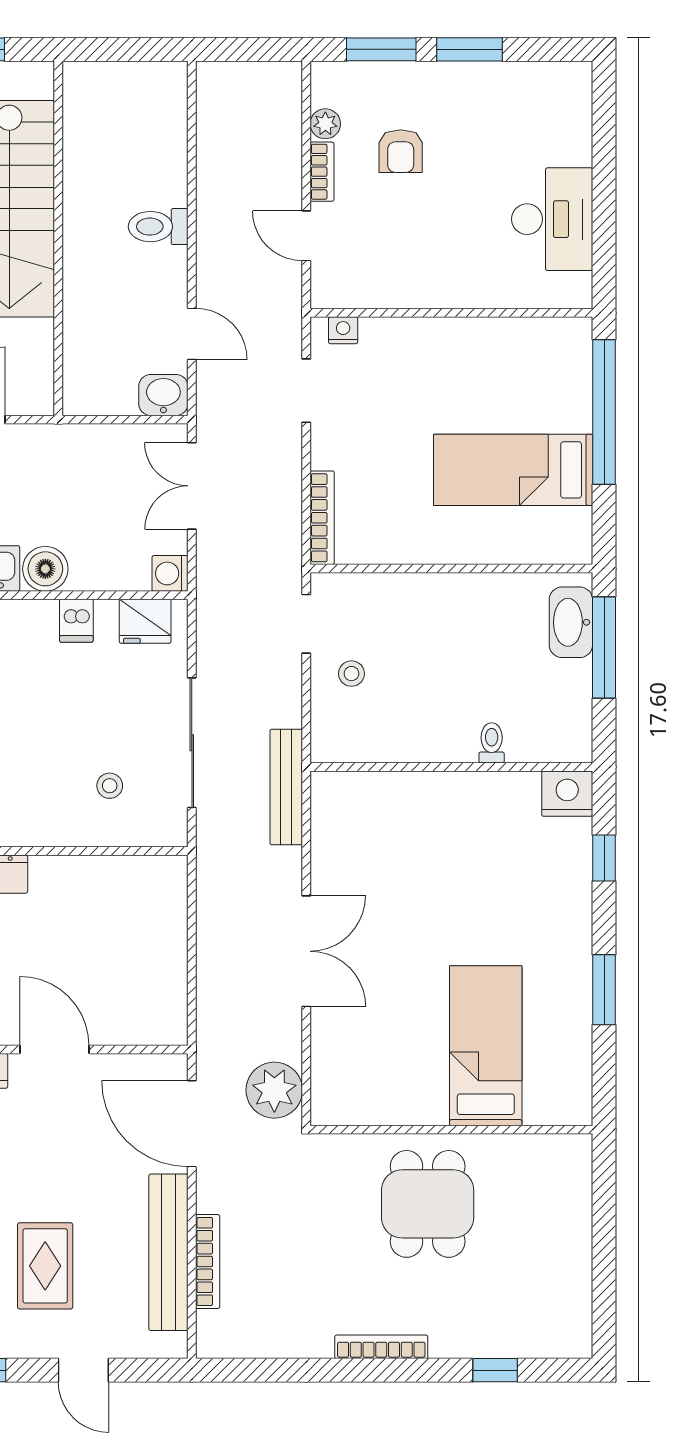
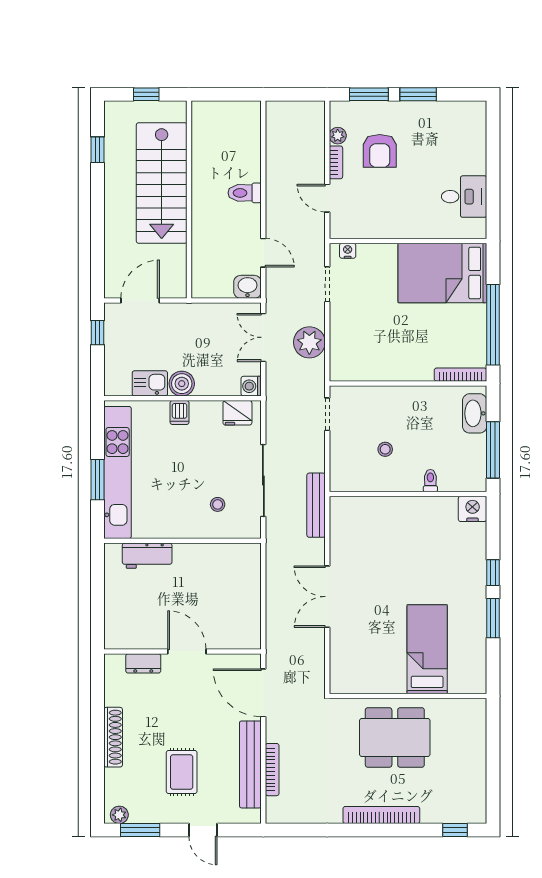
armchair: (401, 151) -> (380, 151), width x1.38, depth x1.38
desk: (552, 219) -> (464, 197), width x0.73
window: (604, 412) -> (493, 325), moved
bed: (513, 470) -> (442, 273), moved, width x1.50
bookcase: (322, 518) -> (461, 375), moved, turned -90
dishwasher: (76, 621) -> (180, 413), moved
window: (604, 648) -> (493, 450), moved
stool: (351, 674) -> (385, 449), moved
window: (604, 858) -> (493, 573), moved
double door: (306, 951) -> (327, 597), swing flipped
plant: (274, 1090) -> (309, 342), moved
dining table: (428, 1204) -> (395, 737), width x1.38
bookcase: (381, 1347) -> (381, 815), width x1.48, depth x1.31
window: (495, 1370) -> (455, 830), moved

